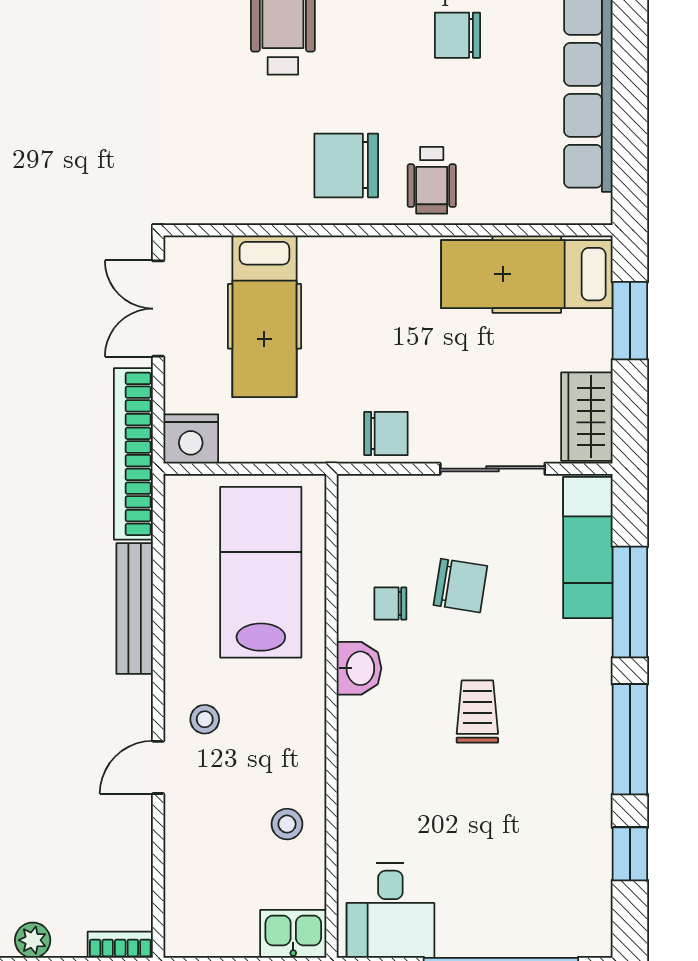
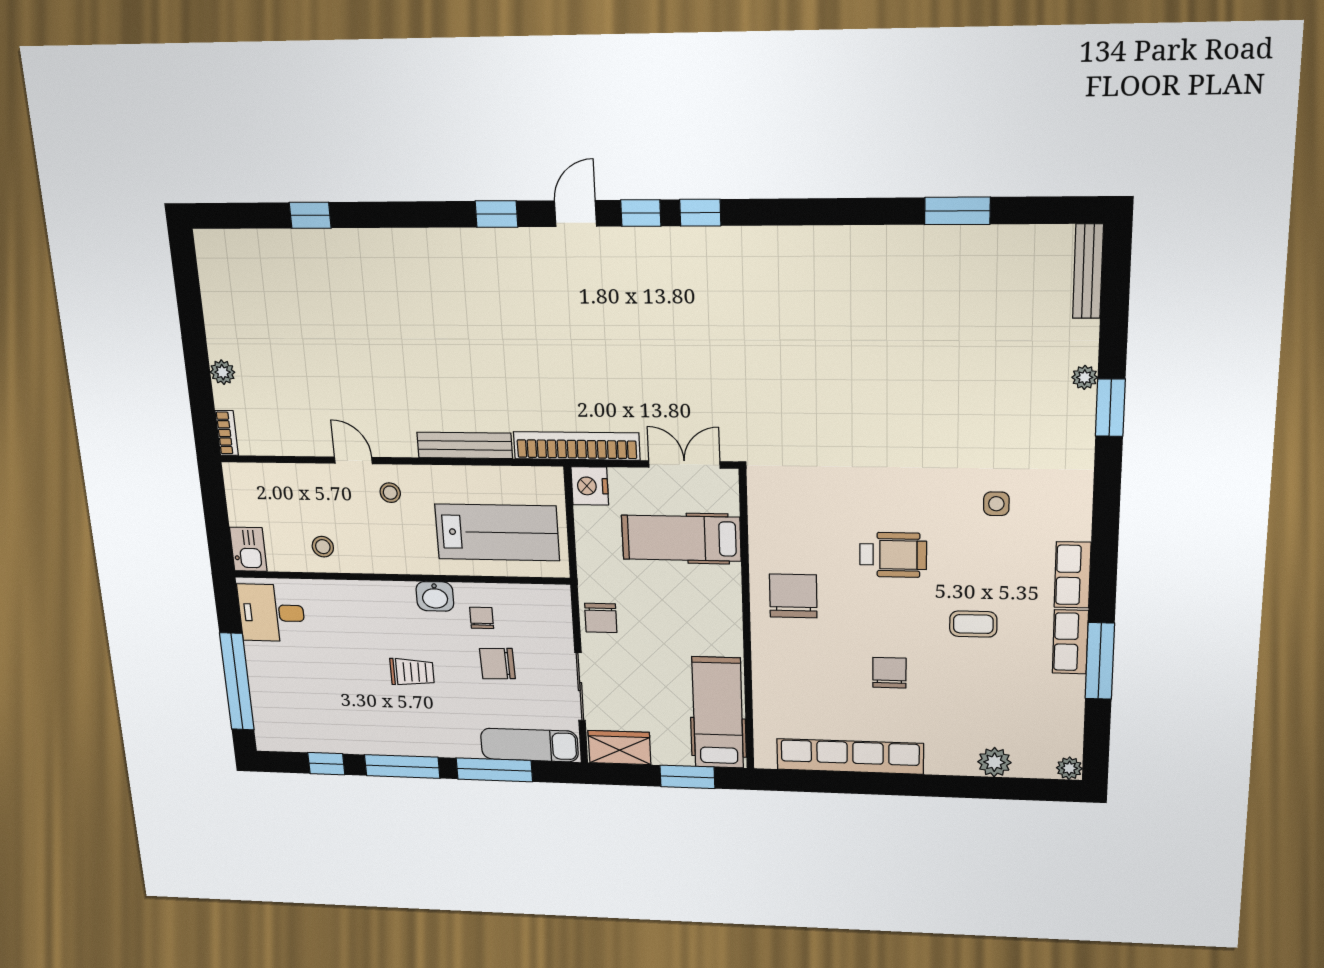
wheelchair: (432, 180) -> (783, 653), removed
chair: (460, 586) -> (497, 664), turned 79

